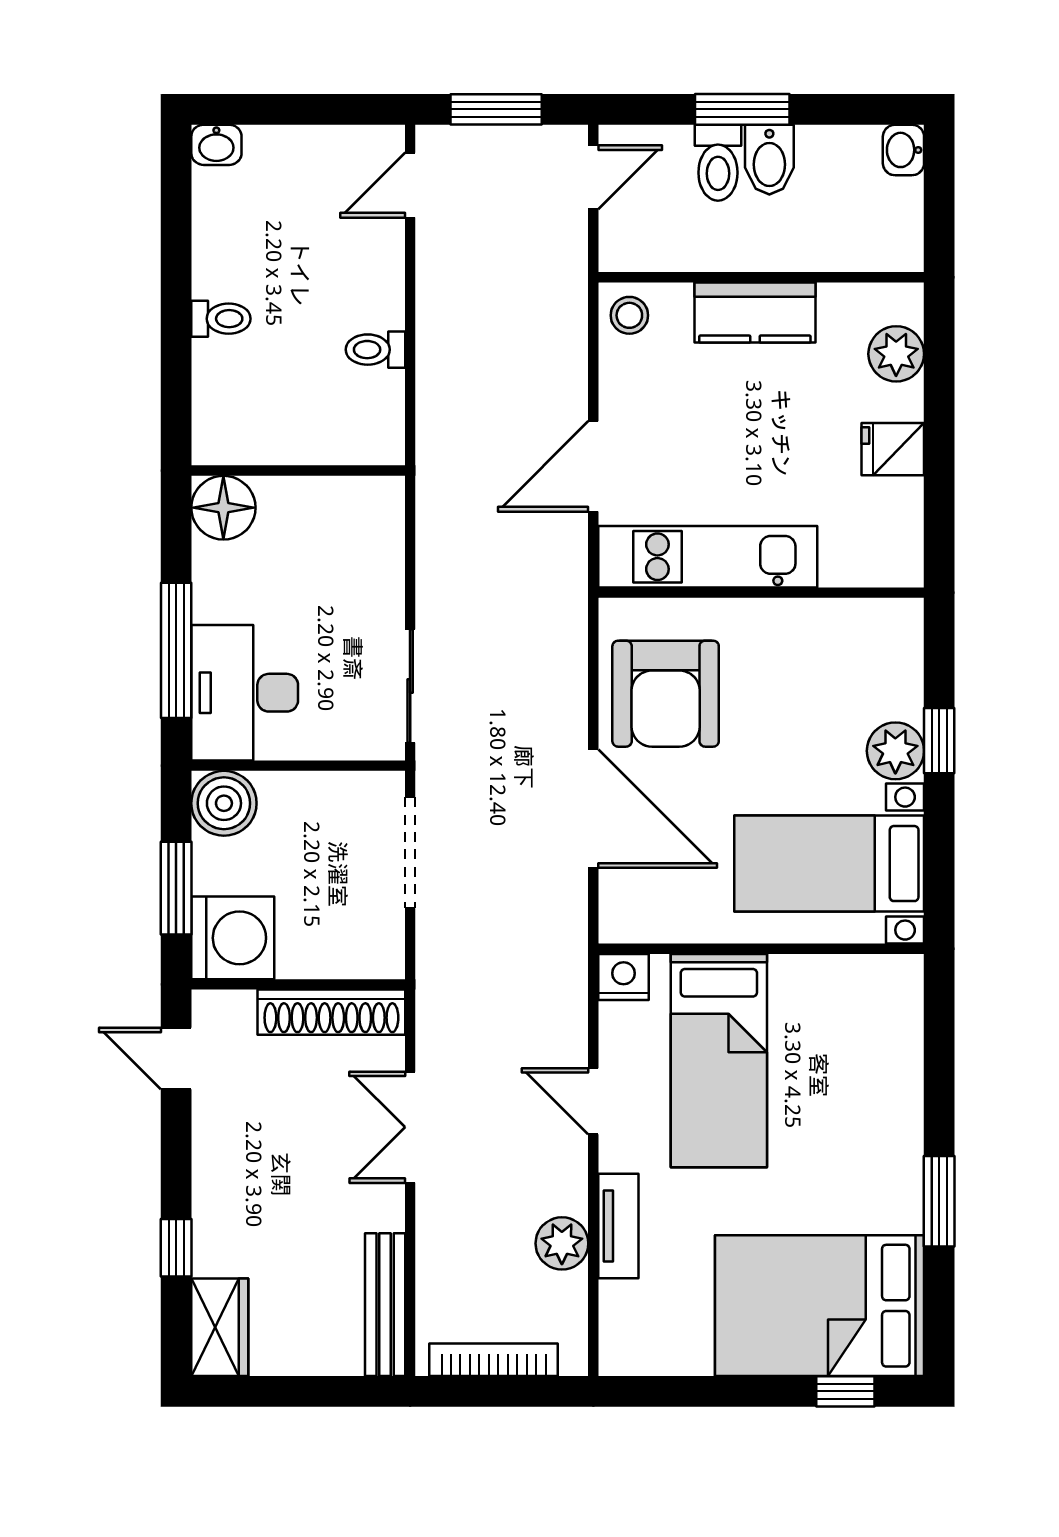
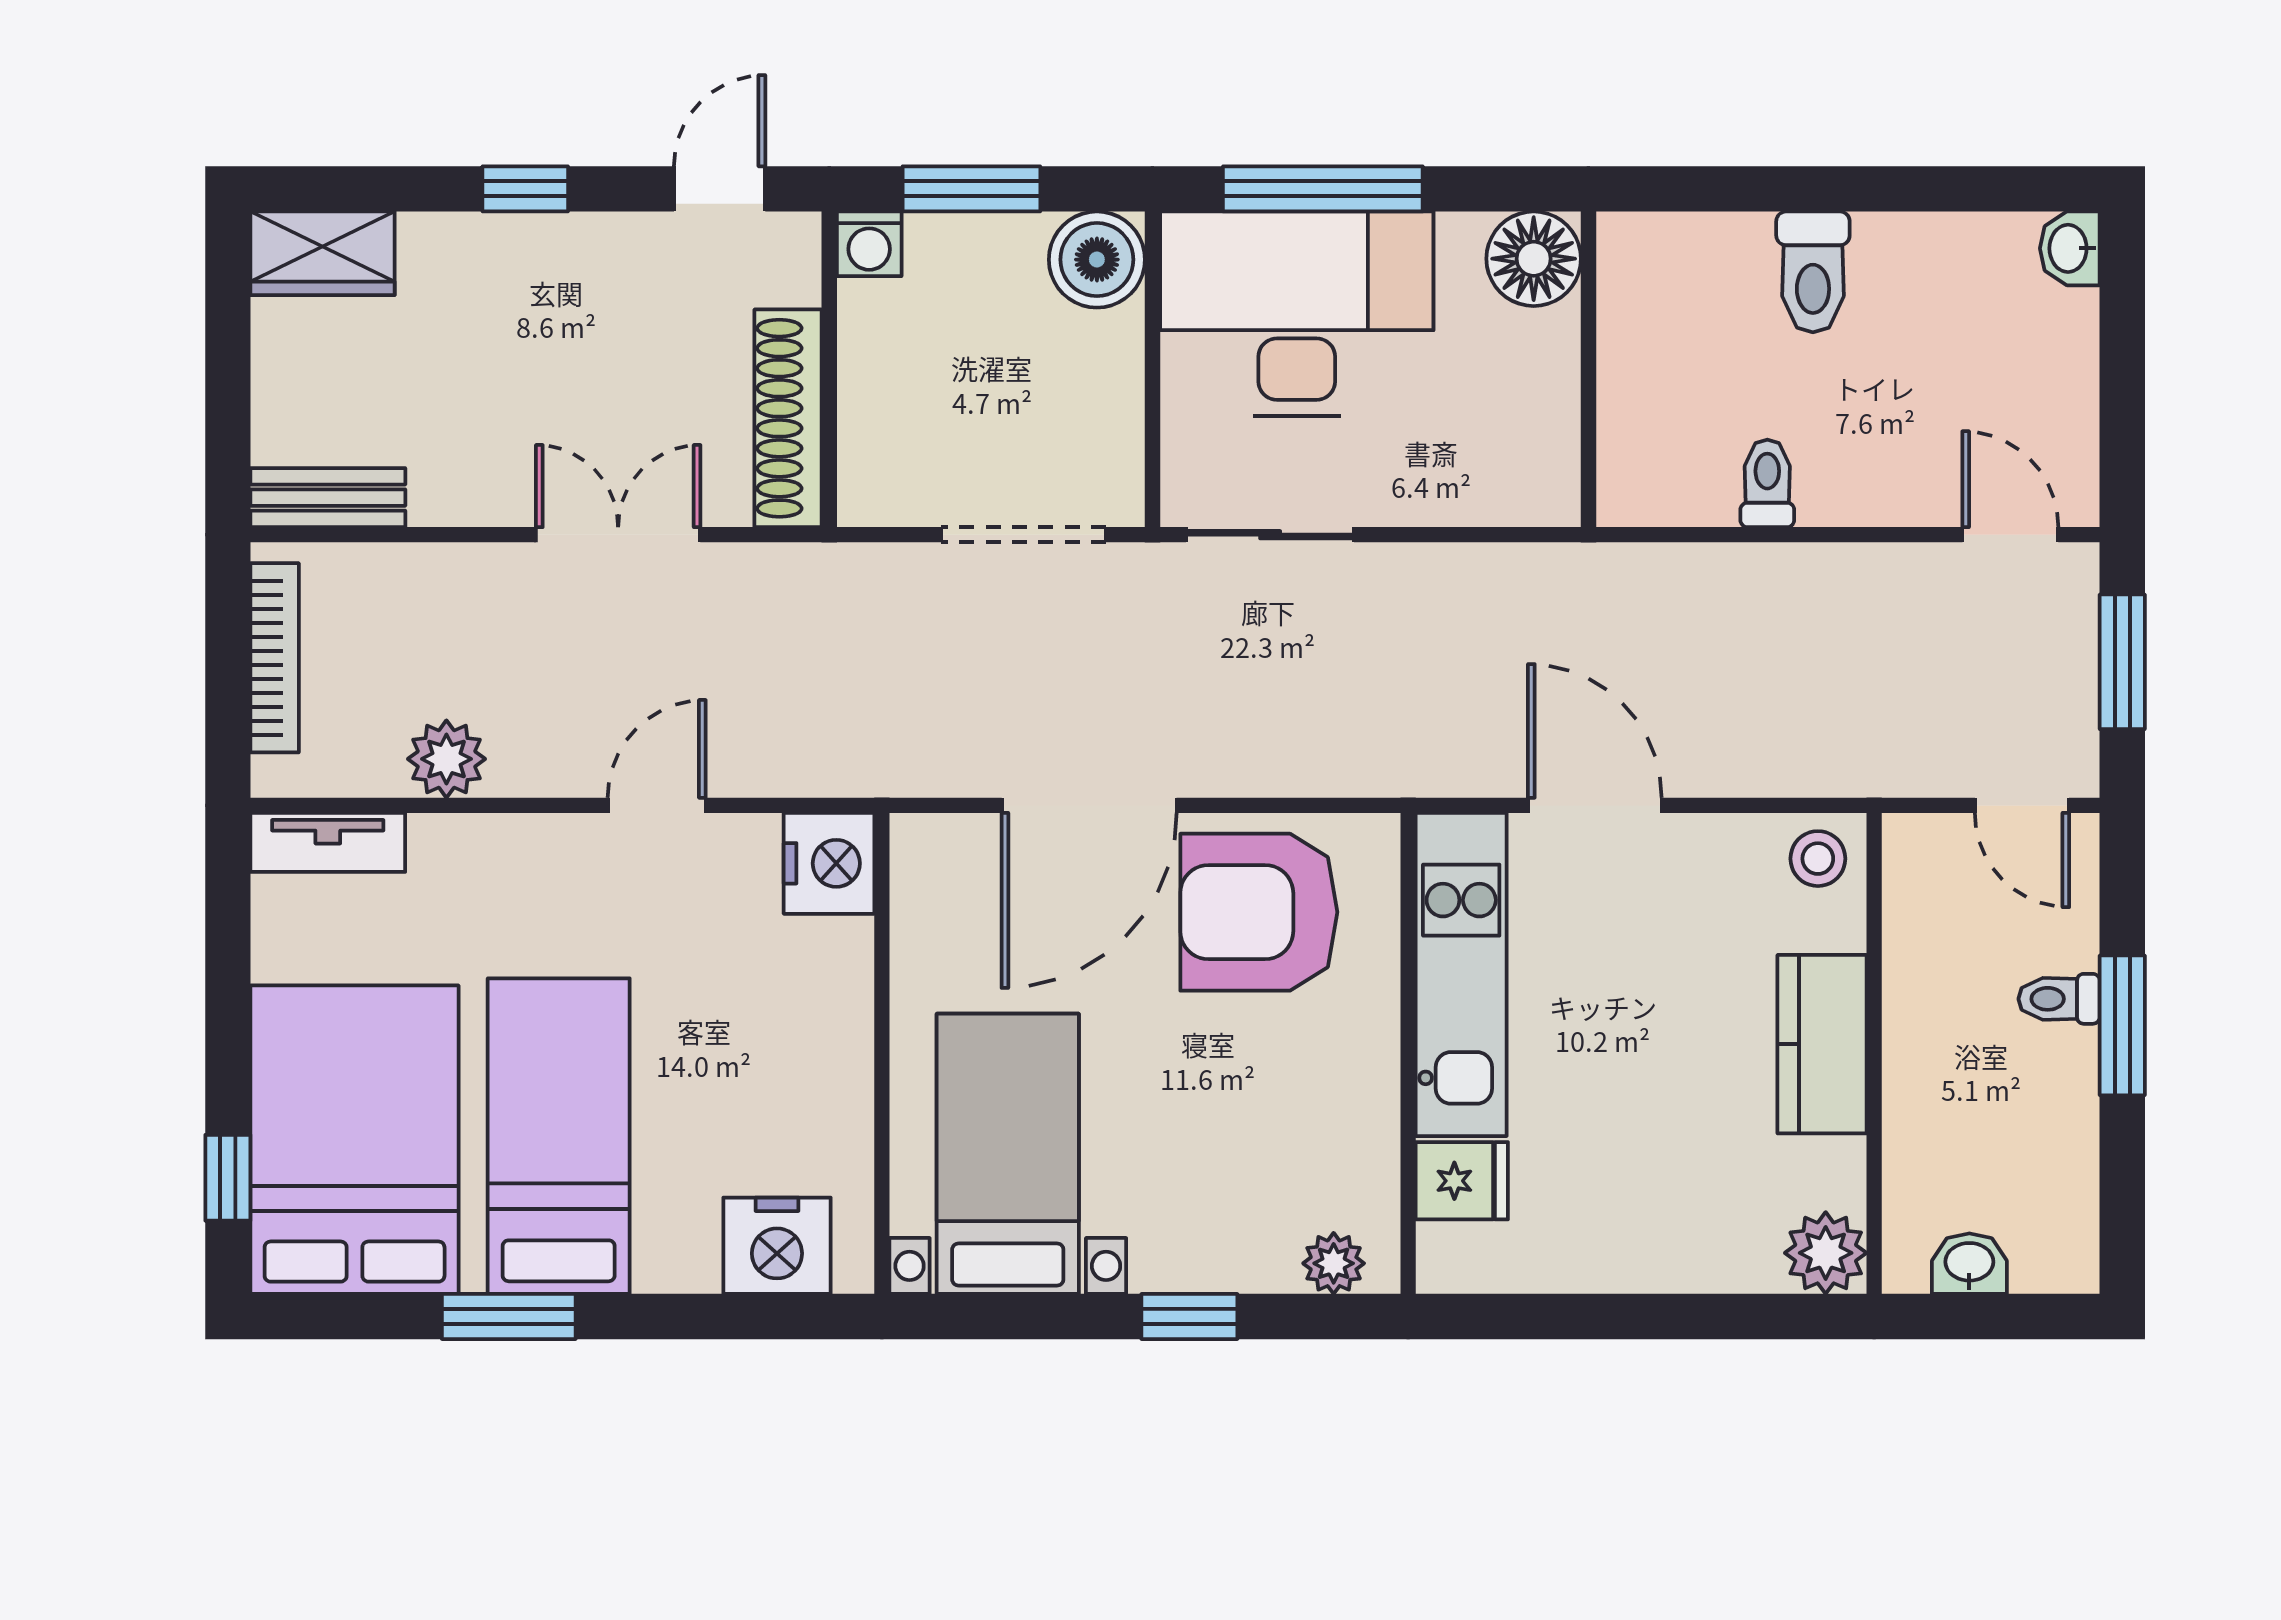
washbasin: (903, 150) -> (1969, 1264), moved
bidet: (769, 160) -> (2048, 1065), removed
toilet: (718, 163) -> (2059, 999), width x0.73, depth x0.72
toilet: (221, 319) -> (1813, 272), width x1.37, depth x1.39
plant: (896, 354) -> (1826, 1253), moved
fridge: (893, 449) -> (1462, 1181), moved, turned 90
desk: (245, 693) -> (1297, 314), width x1.36, depth x1.30
plant: (895, 751) -> (1334, 1263), moved, width x0.73, depth x0.73
washing machine: (233, 938) -> (869, 244), width x0.53, depth x0.53
nightstand: (624, 977) -> (829, 863), width x1.36, depth x1.33
nightstand: (891, 1020) -> (777, 1246), added
bed: (719, 1061) -> (559, 1136), moved, turned 90
tv unit: (618, 1226) -> (328, 842), moved
window: (176, 1248) -> (525, 189), moved
bench: (385, 1305) -> (328, 498), width x0.73

